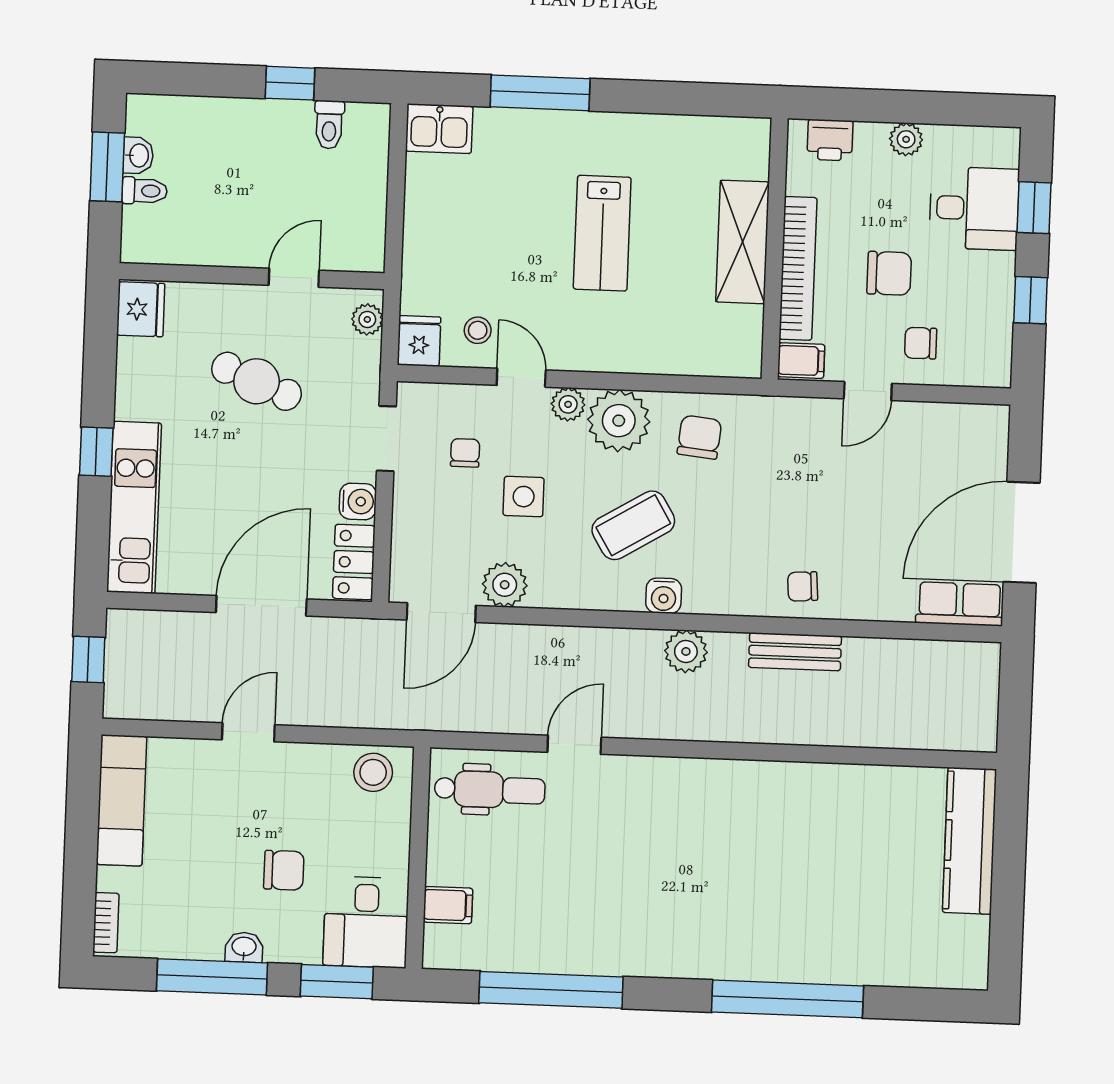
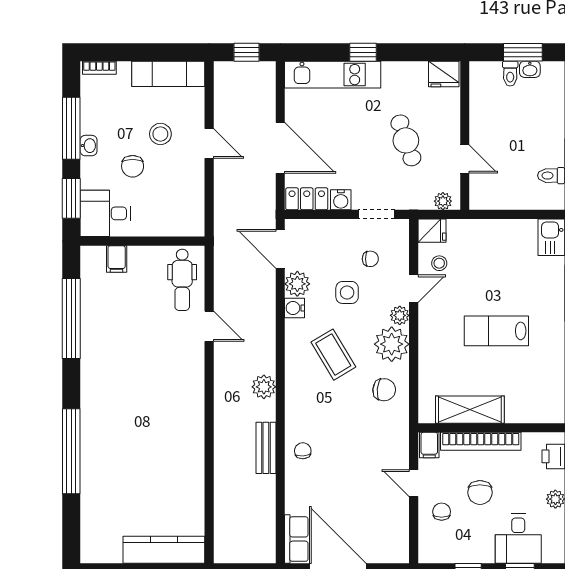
shelving: (742, 242) -> (470, 410), moved
cafe table: (257, 381) -> (406, 140), turned -41
water cooler: (664, 596) -> (295, 308), moved
stool: (373, 772) -> (160, 134), moved

